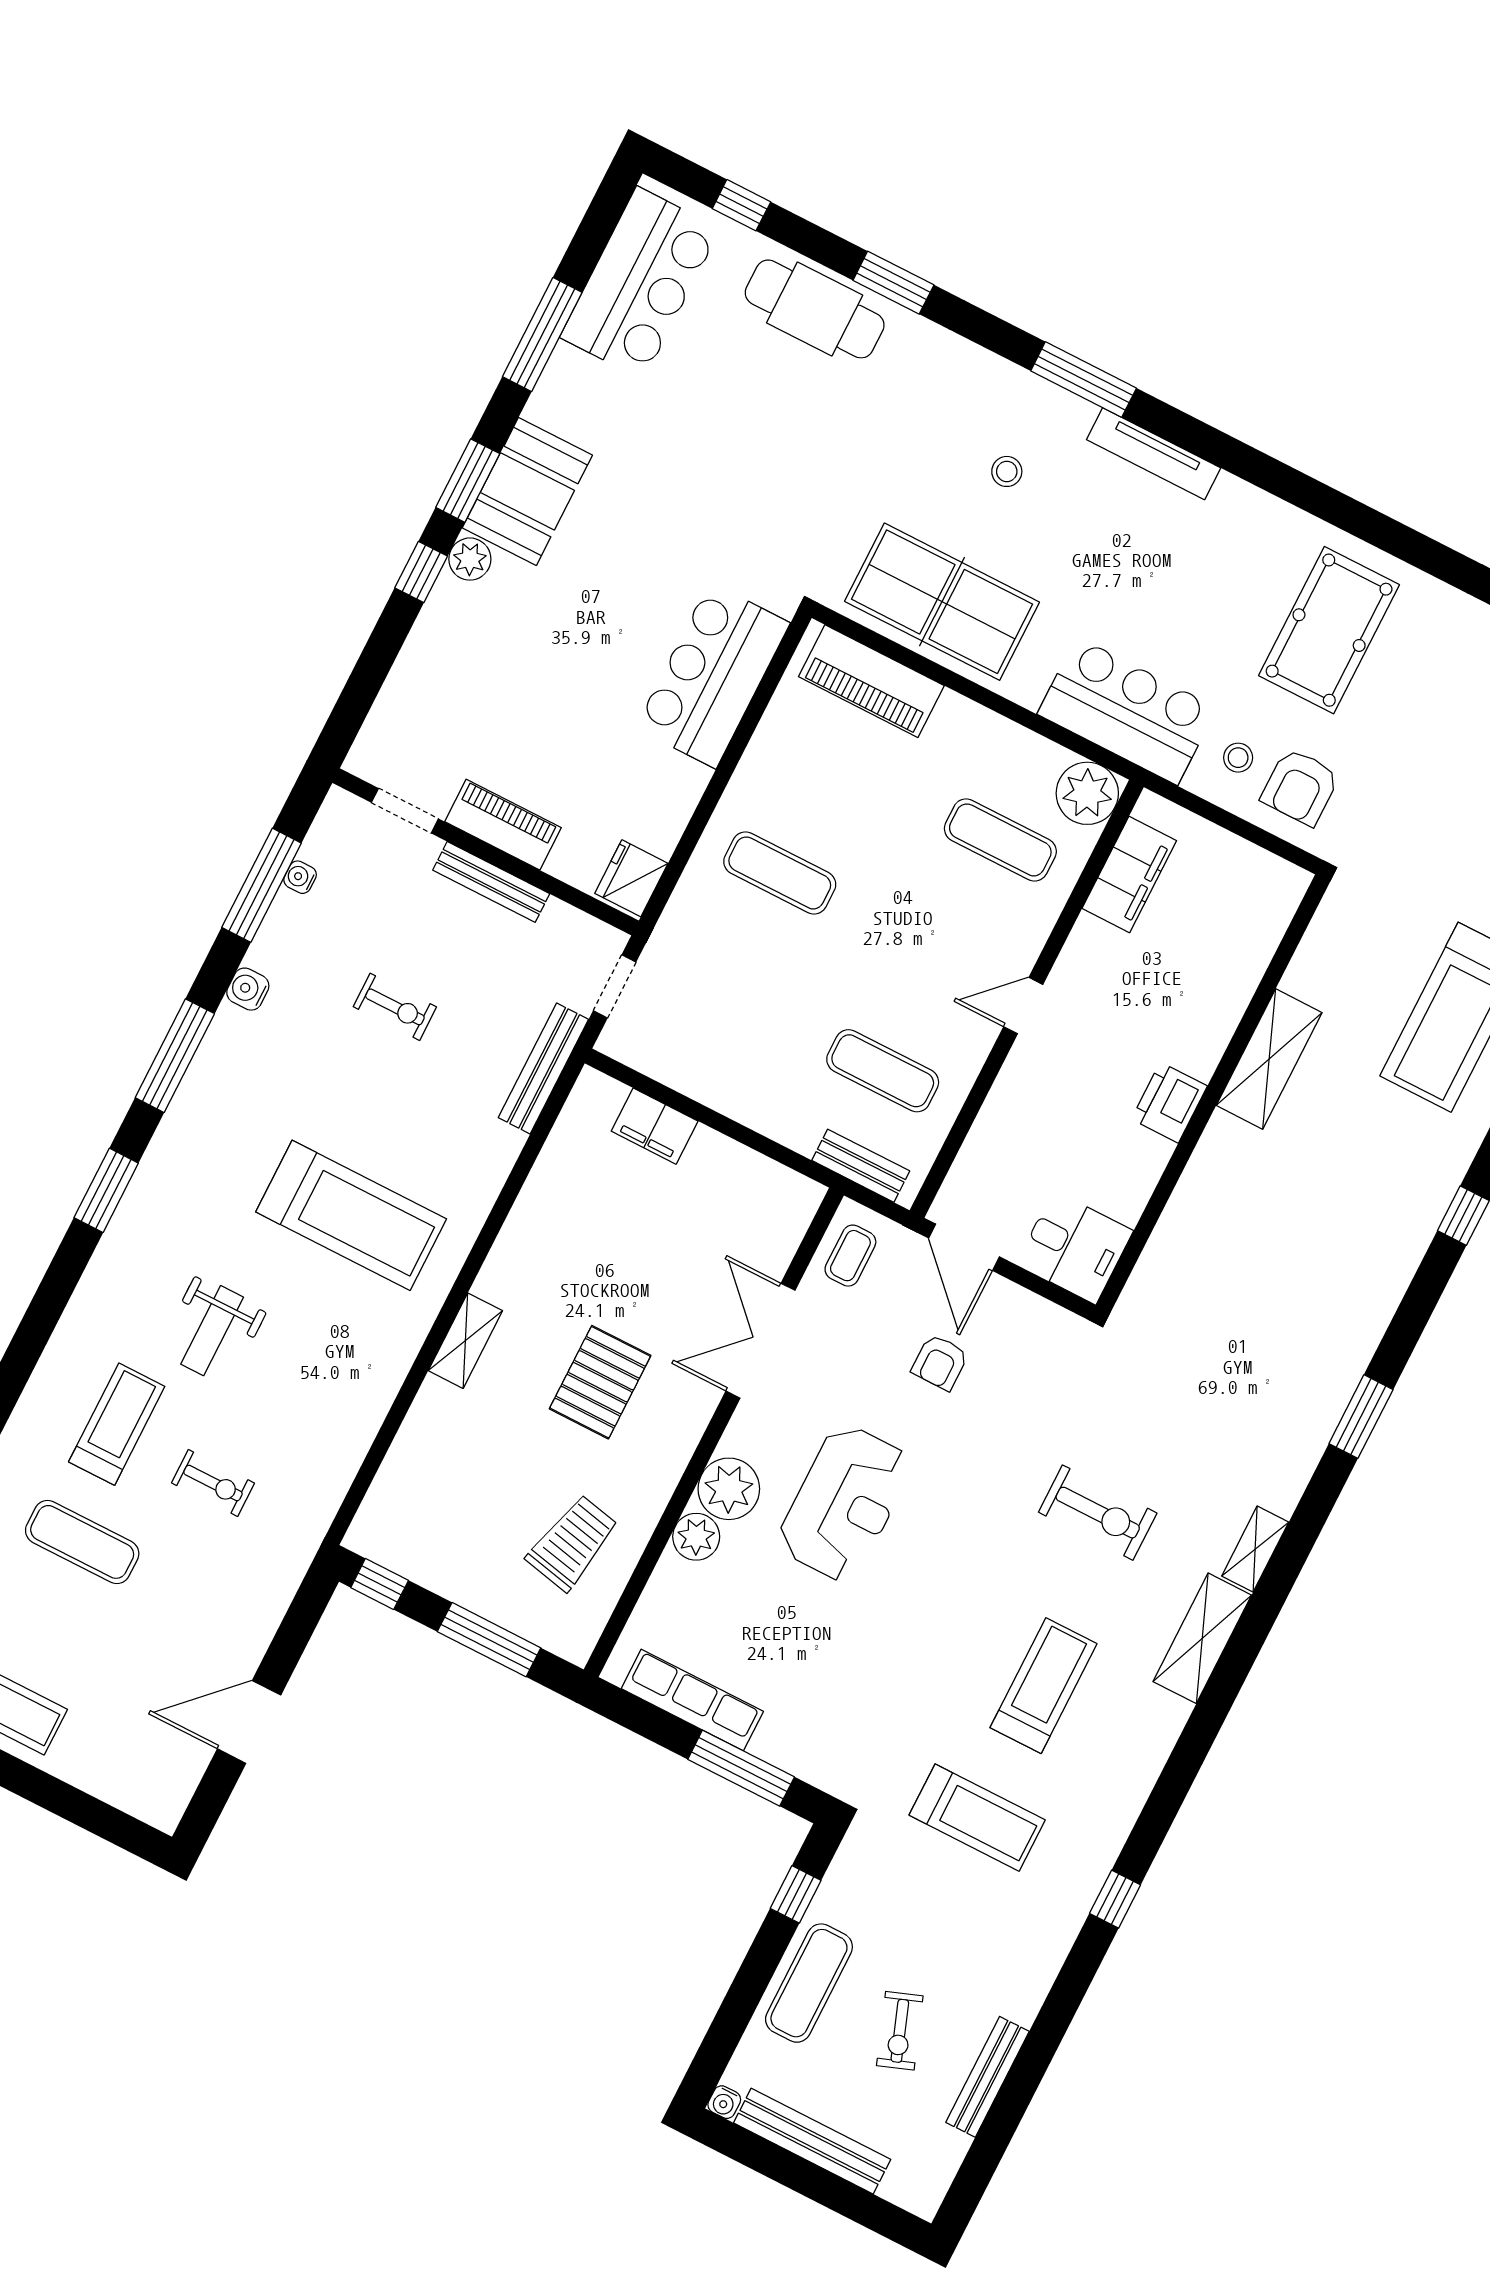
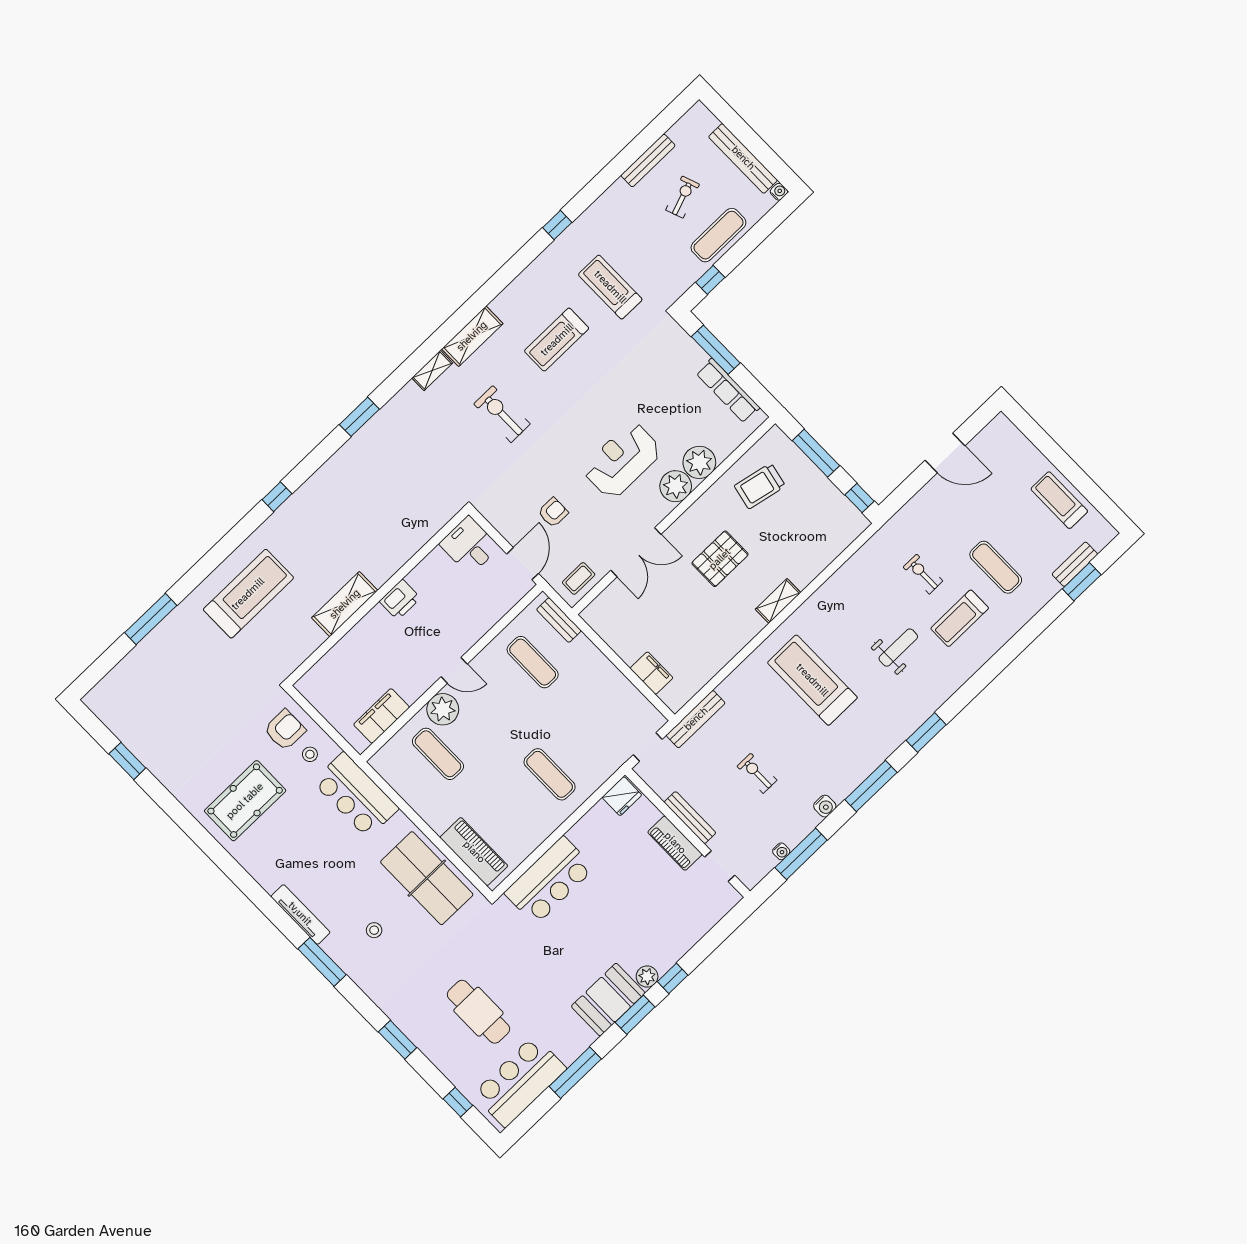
cafe table: (815, 309) -> (478, 1012), moved
plant: (1087, 793) -> (443, 709), moved
plant: (696, 1537) -> (699, 462), width x1.36, depth x1.36

